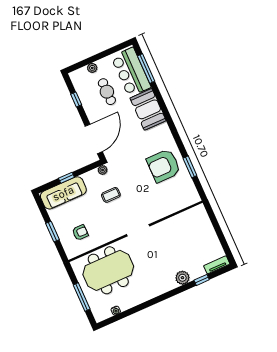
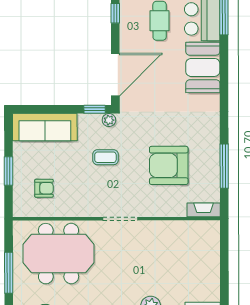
armchair: (164, 166) -> (169, 165), moved
window: (190, 167) -> (224, 166), width x1.44
window: (66, 178) -> (95, 109), moved
fireplace: (189, 201) -> (204, 210), added

